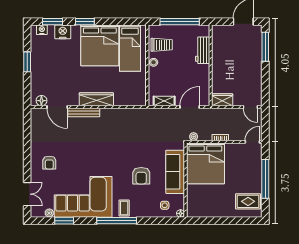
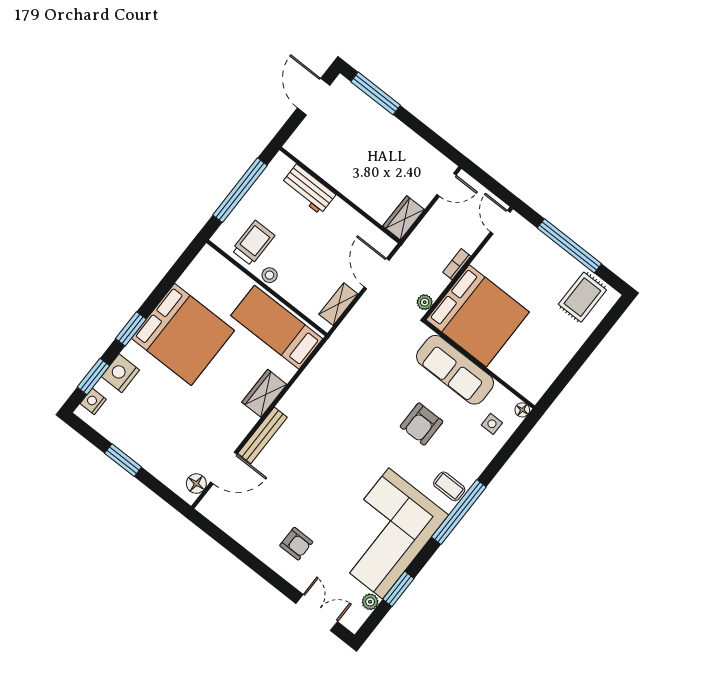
bed: (130, 48) -> (277, 327), moved, turned 180
wardrobe: (96, 99) -> (264, 393), width x0.67
armchair: (141, 176) -> (422, 424), turned 90

